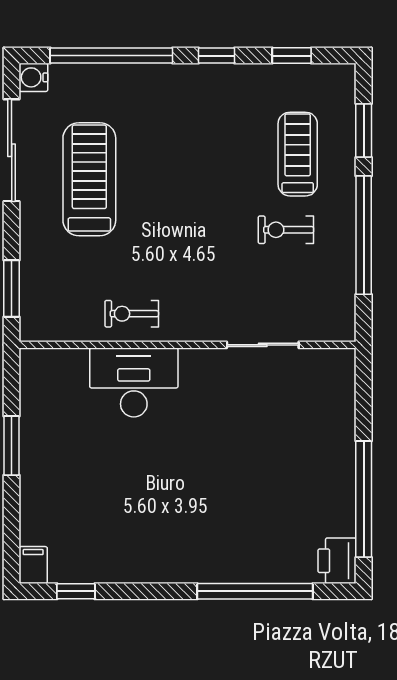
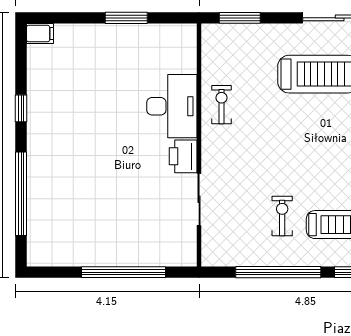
window: (364, 499) -> (123, 272), moved
printer: (337, 561) -> (183, 156), moved, turned -90
window: (76, 591) -> (21, 108), moved

